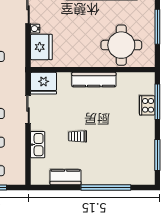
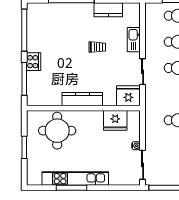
window: (157, 27) -> (24, 147), width x0.69
fridge: (41, 47) -> (115, 120), moved, turned -90
cooker: (147, 105) -> (34, 62), moved
window: (157, 155) -> (24, 30), width x1.46

